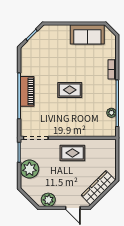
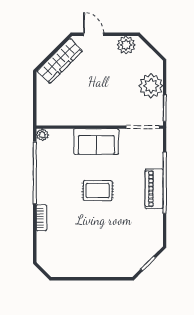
sofa: (87, 34) -> (96, 142), moved, turned 180
plant: (111, 113) -> (42, 135), moved
rug: (72, 153) -> (94, 107), removed

